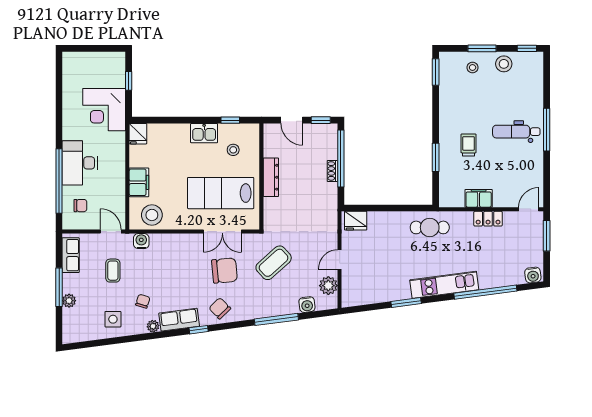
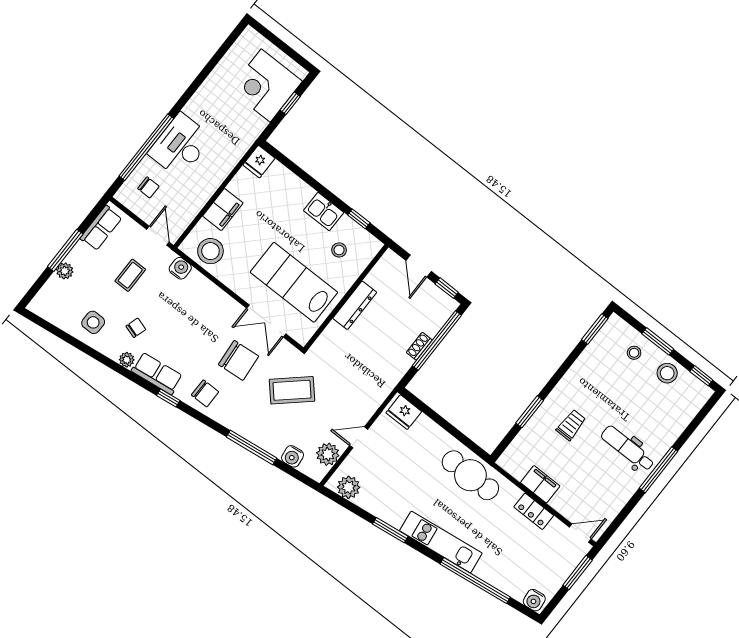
corner desk: (104, 110) -> (266, 86), moved
cafe table: (430, 227) -> (470, 475), width x1.37, depth x1.35
plant: (358, 296) -> (349, 487), added
chair: (220, 308) -> (205, 393), turned 134

